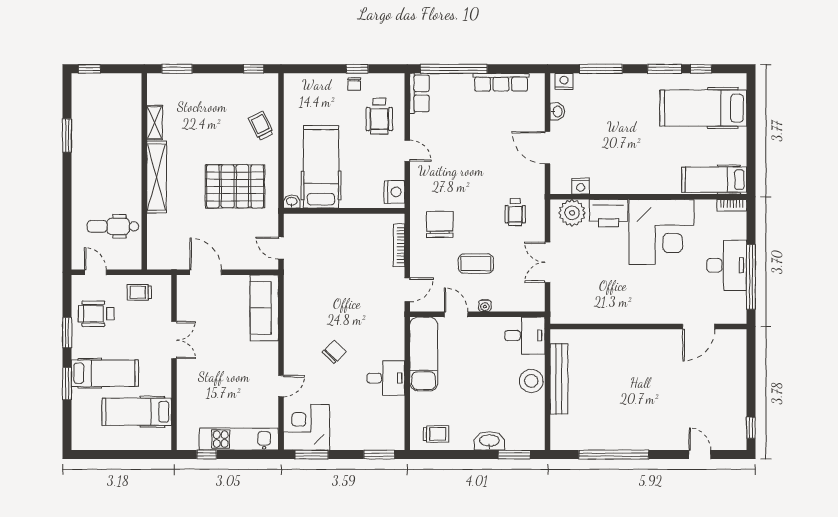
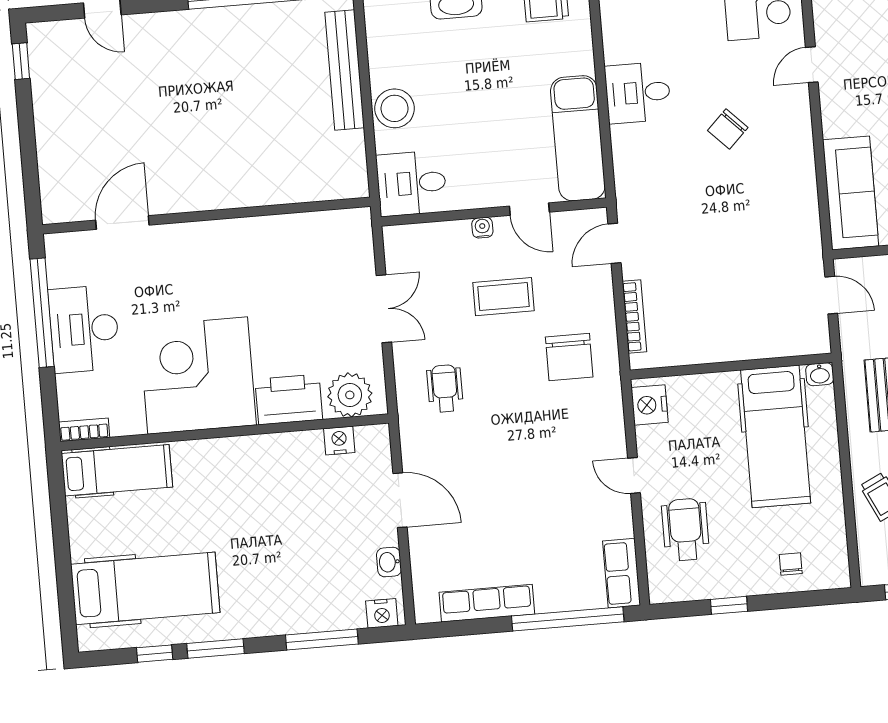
chair: (354, 84) -> (791, 564), moved
bench: (559, 379) -> (345, 70), moved

